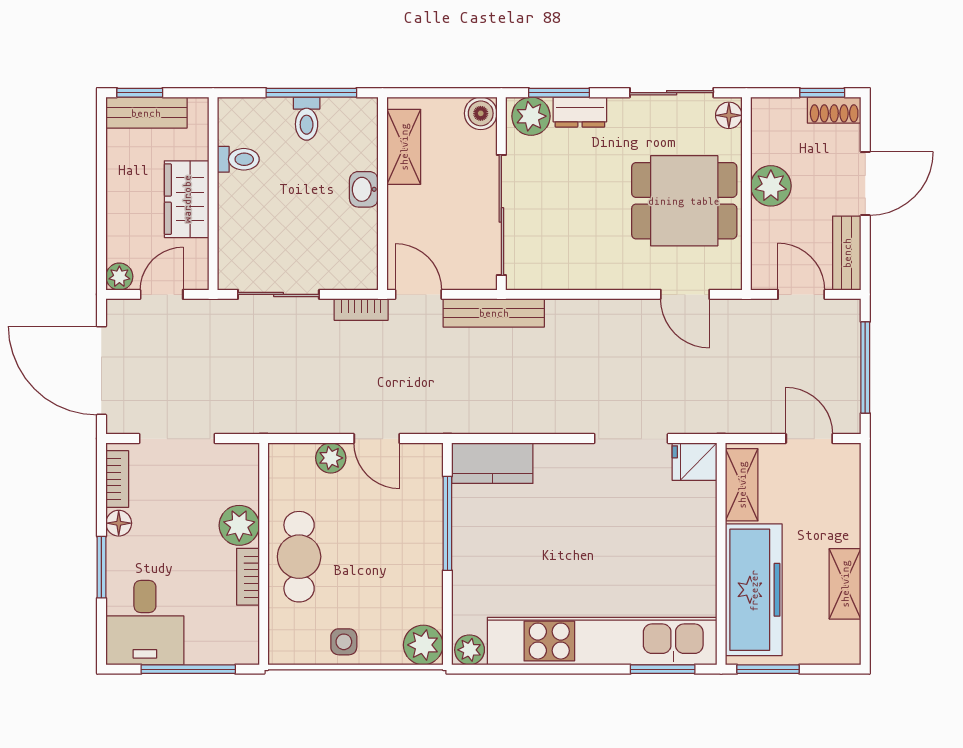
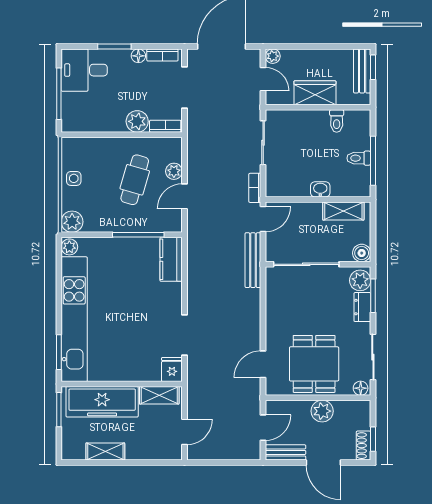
window: (865, 368) -> (223, 463), removed
cafe table: (299, 557) -> (135, 180), moved, turned -74
bookcase: (248, 577) -> (165, 126), moved

